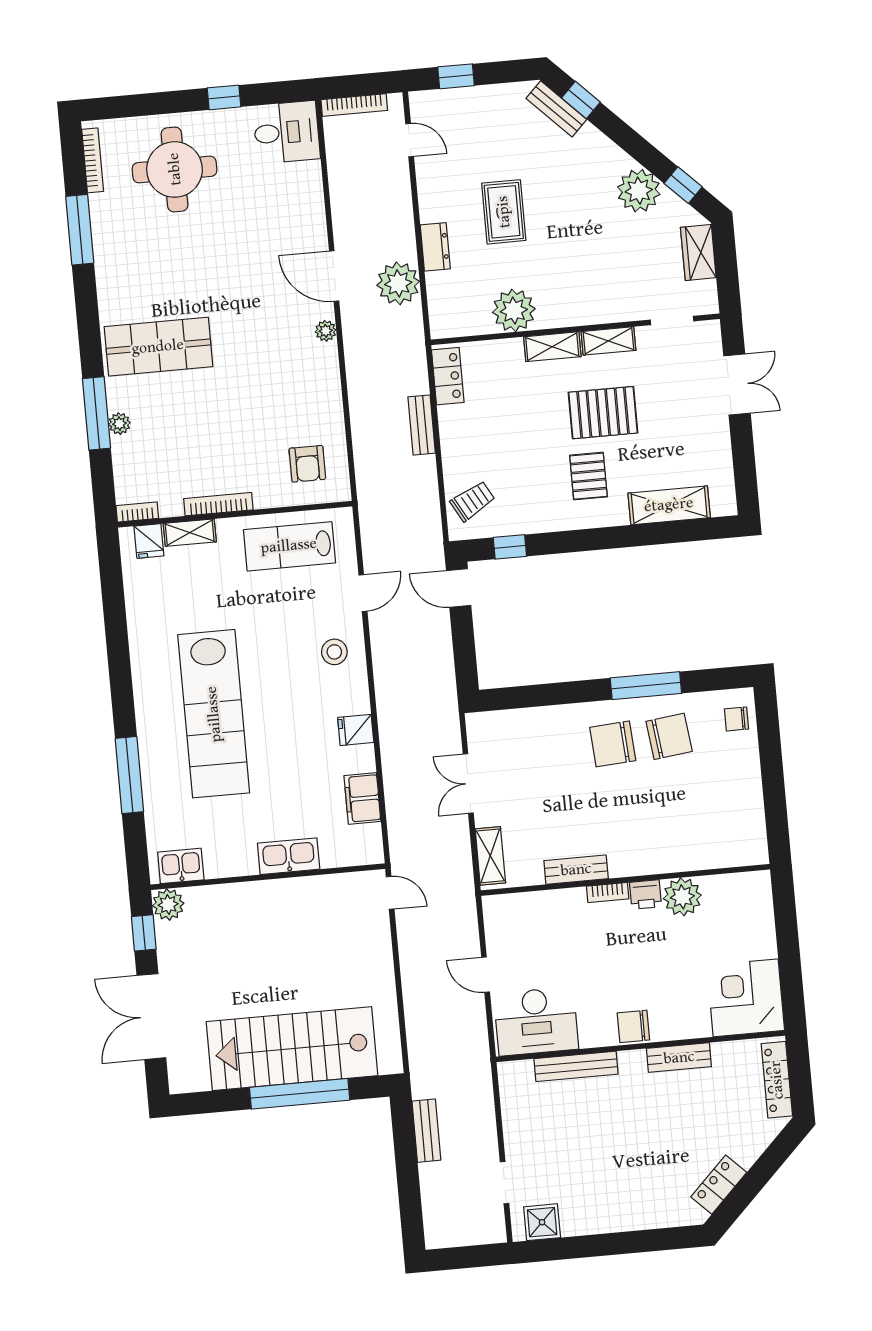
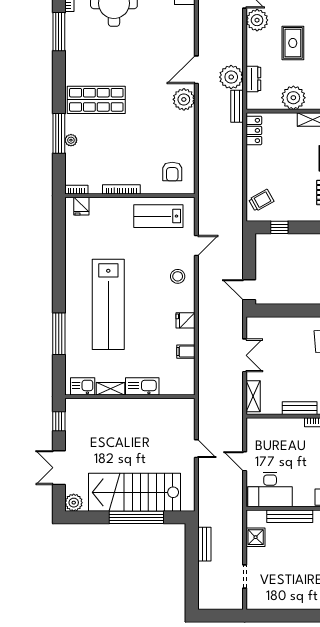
plant: (436, 176) -> (257, 20), added
dresser: (435, 247) -> (253, 79), moved
door: (334, 276) -> (196, 70), hinge flipped
plant: (326, 331) -> (184, 99), width x1.87, depth x1.87
bench: (422, 425) -> (237, 106), moved
shelving: (190, 533) -> (110, 389), moved
door: (459, 588) -> (249, 290), moved
double door: (468, 784) -> (245, 355), swing flipped
filing cabinet: (362, 798) -> (186, 352), width x0.50
door: (390, 893) -> (196, 449), moved
plant: (168, 905) -> (74, 503), moved
double door: (151, 1017) -> (59, 468), width x0.73
shower: (542, 1222) -> (256, 537), moved

